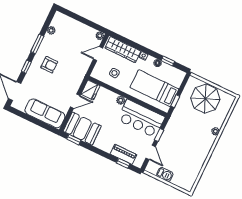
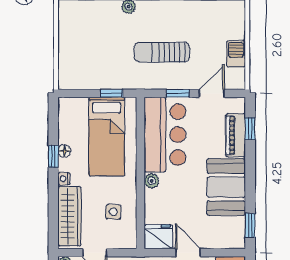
window: (168, 61) -> (53, 156), moved
parasol: (205, 99) -> (84, 47), removed
booth: (82, 129) -> (226, 187), moved
sun lounger: (184, 137) -> (162, 52), added

